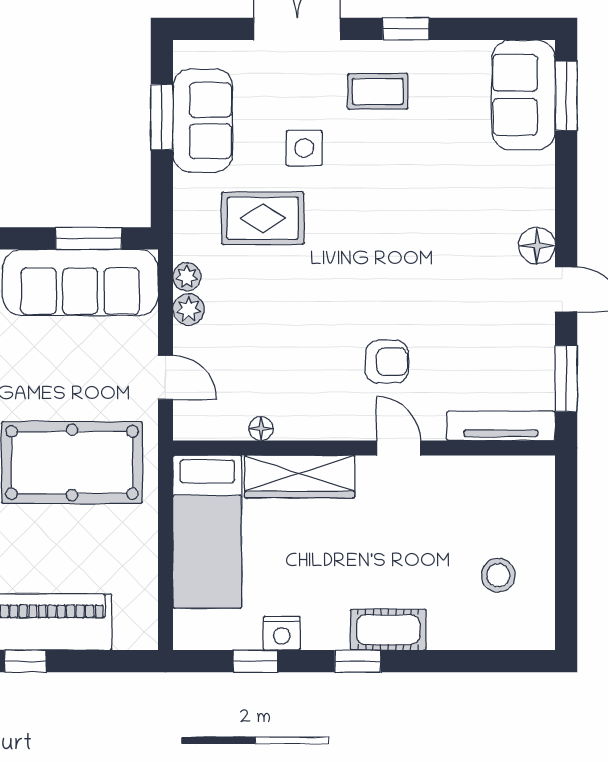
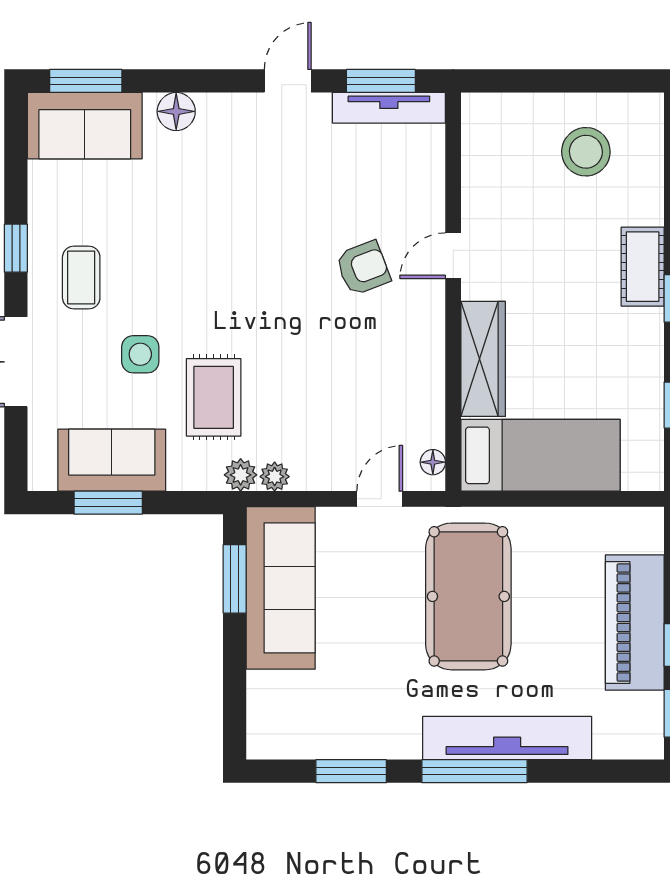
floor lamp: (537, 246) -> (176, 111), moved
plant: (188, 309) -> (241, 475), moved
armchair: (387, 362) -> (363, 268), turned 69
tv unit: (501, 426) -> (389, 108), moved, turned -90
floor lamp: (261, 428) -> (433, 462), moved
stool: (498, 575) -> (586, 152), width x1.38, depth x1.38
nightstand: (282, 633) -> (646, 378), removed

